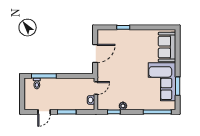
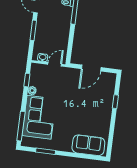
door: (95, 54) -> (91, 68), hinge flipped
corner sofa: (162, 82) -> (39, 117), moved, turned 90
door: (96, 88) -> (55, 64), swing flipped

